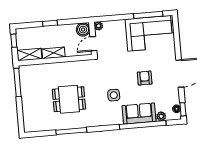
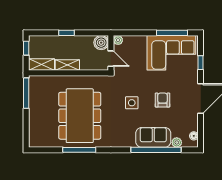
door: (93, 44) -> (111, 59), swing flipped
side table: (114, 95) -> (132, 103), moved
dining table: (69, 99) -> (80, 116), width x1.88, depth x1.24
window: (183, 109) -> (201, 63), moved

